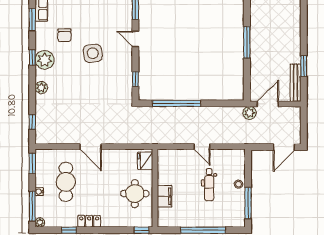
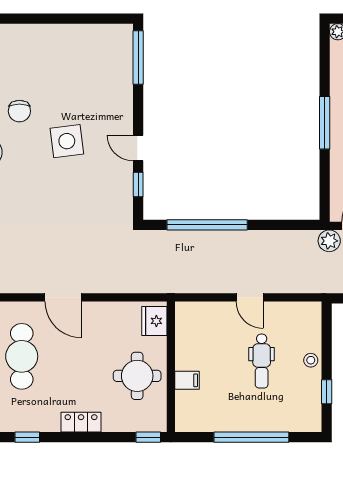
door: (135, 39) -> (138, 148), moved
filing cabinet: (165, 196) -> (187, 380), width x0.50
window: (248, 203) -> (327, 392), width x0.46
locker: (89, 221) -> (81, 422), moved

